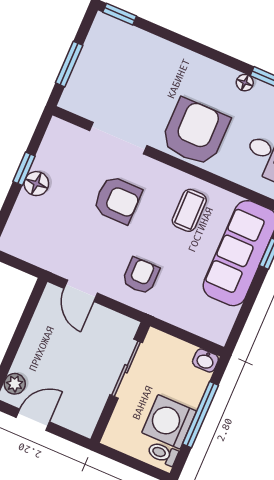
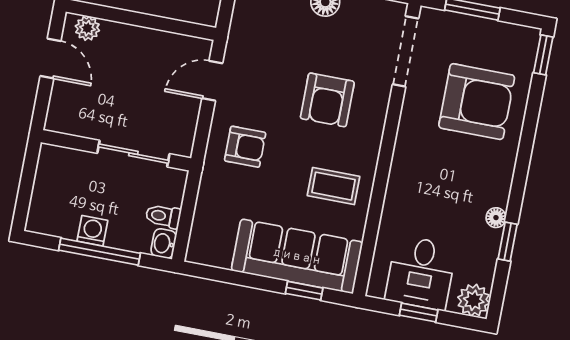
armchair: (195, 132) -> (477, 102), moved
doorway: (118, 138) -> (405, 51), moved
washing machine: (169, 422) -> (92, 231), width x0.53, depth x0.53
toilet: (163, 454) -> (163, 216), moved, turned -90

